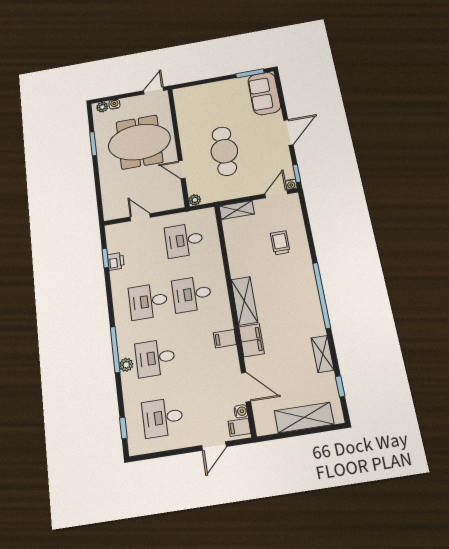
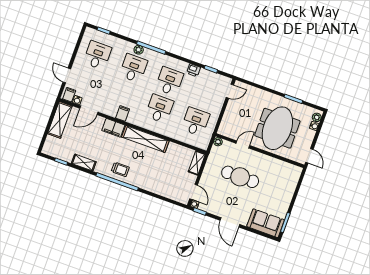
door: (140, 217) -> (230, 91), moved
trolley: (280, 243) -> (120, 169), moved
printer: (116, 261) -> (194, 70), moved
shelving: (244, 301) -> (145, 139), width x1.47
shelving: (304, 418) -> (60, 120), moved

